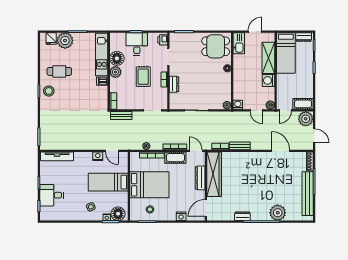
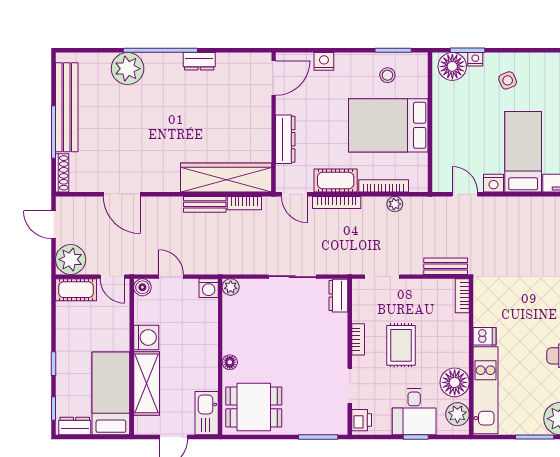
plant: (115, 72) -> (457, 414), moved
dresser: (174, 84) -> (338, 296), moved
door: (285, 110) -> (112, 277), swing flipped
wardrobe: (214, 174) -> (226, 178), moved, turned 90
bed: (108, 182) -> (523, 152), moved, turned -90

